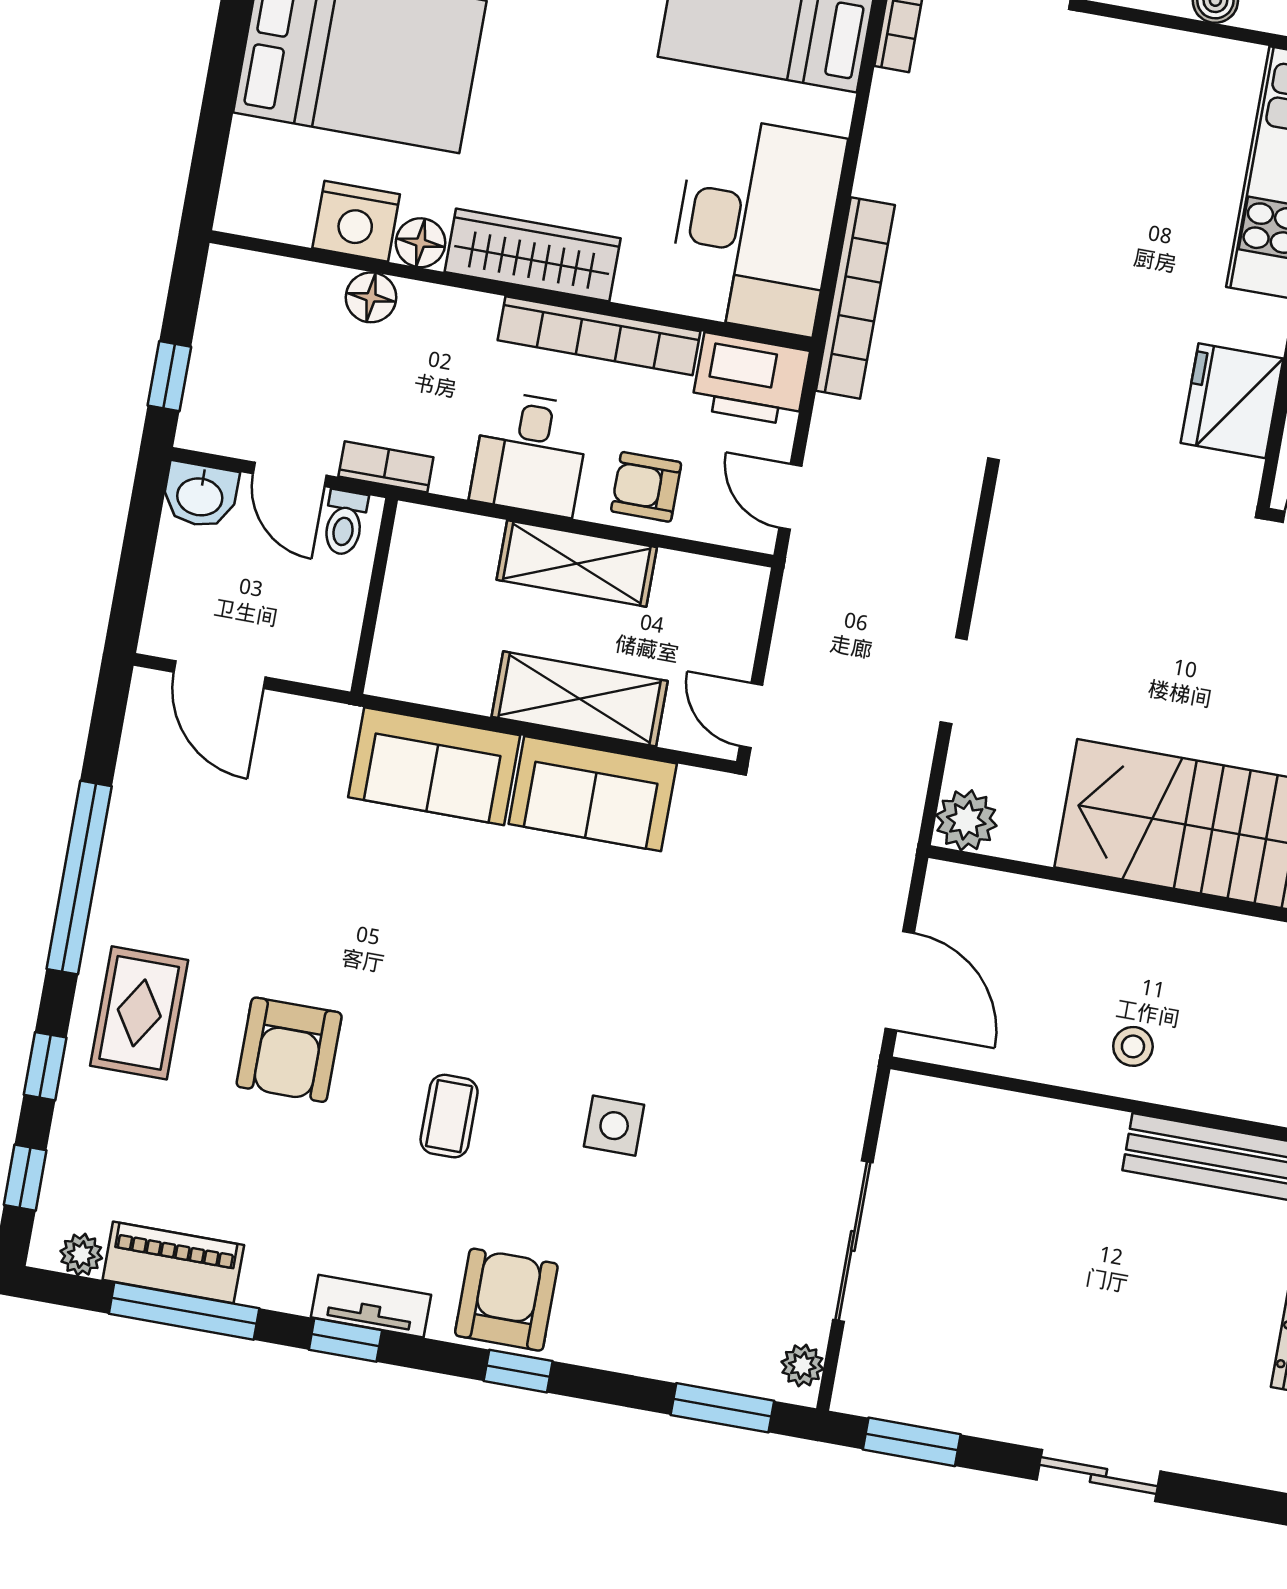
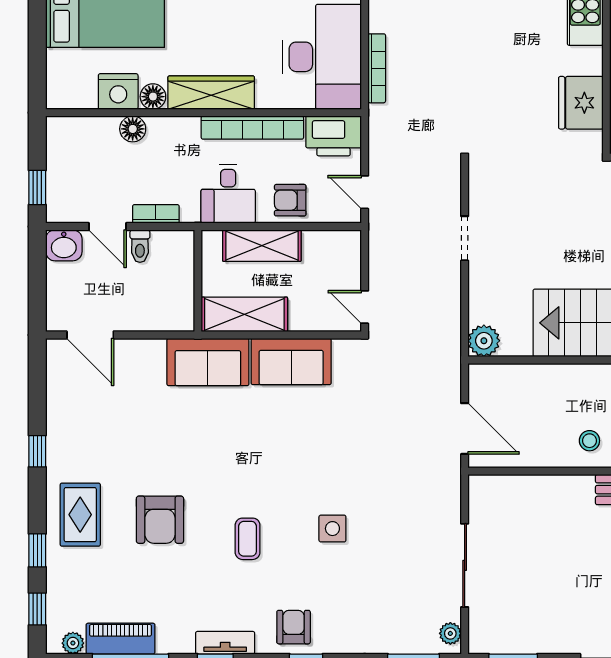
bookcase: (855, 298) -> (377, 68), width x0.68, depth x0.76
wall: (374, 596) -> (198, 281), moved
doorway: (954, 681) -> (465, 238), moved
shelving: (580, 699) -> (244, 314), moved
window: (79, 878) -> (37, 451), width x0.32
armchair: (506, 1300) -> (294, 627), width x0.72, depth x0.72

